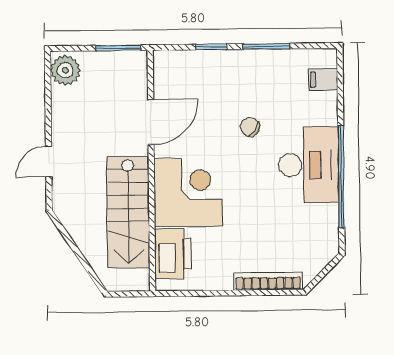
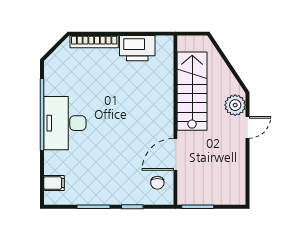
plant: (65, 70) -> (235, 105), moved
chair: (250, 127) -> (157, 183), moved, turned 56
corner desk: (188, 192) -> (150, 105), removed
printer: (173, 254) -> (137, 48), moved, turned -90

